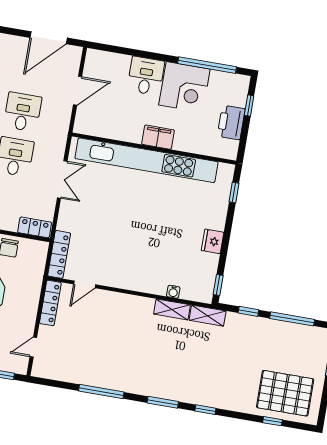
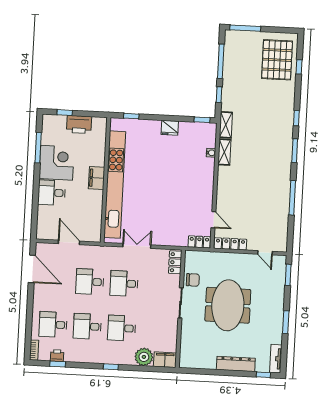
window: (207, 65) -> (38, 148), width x0.68
locker: (59, 254) -> (199, 242), width x0.66

